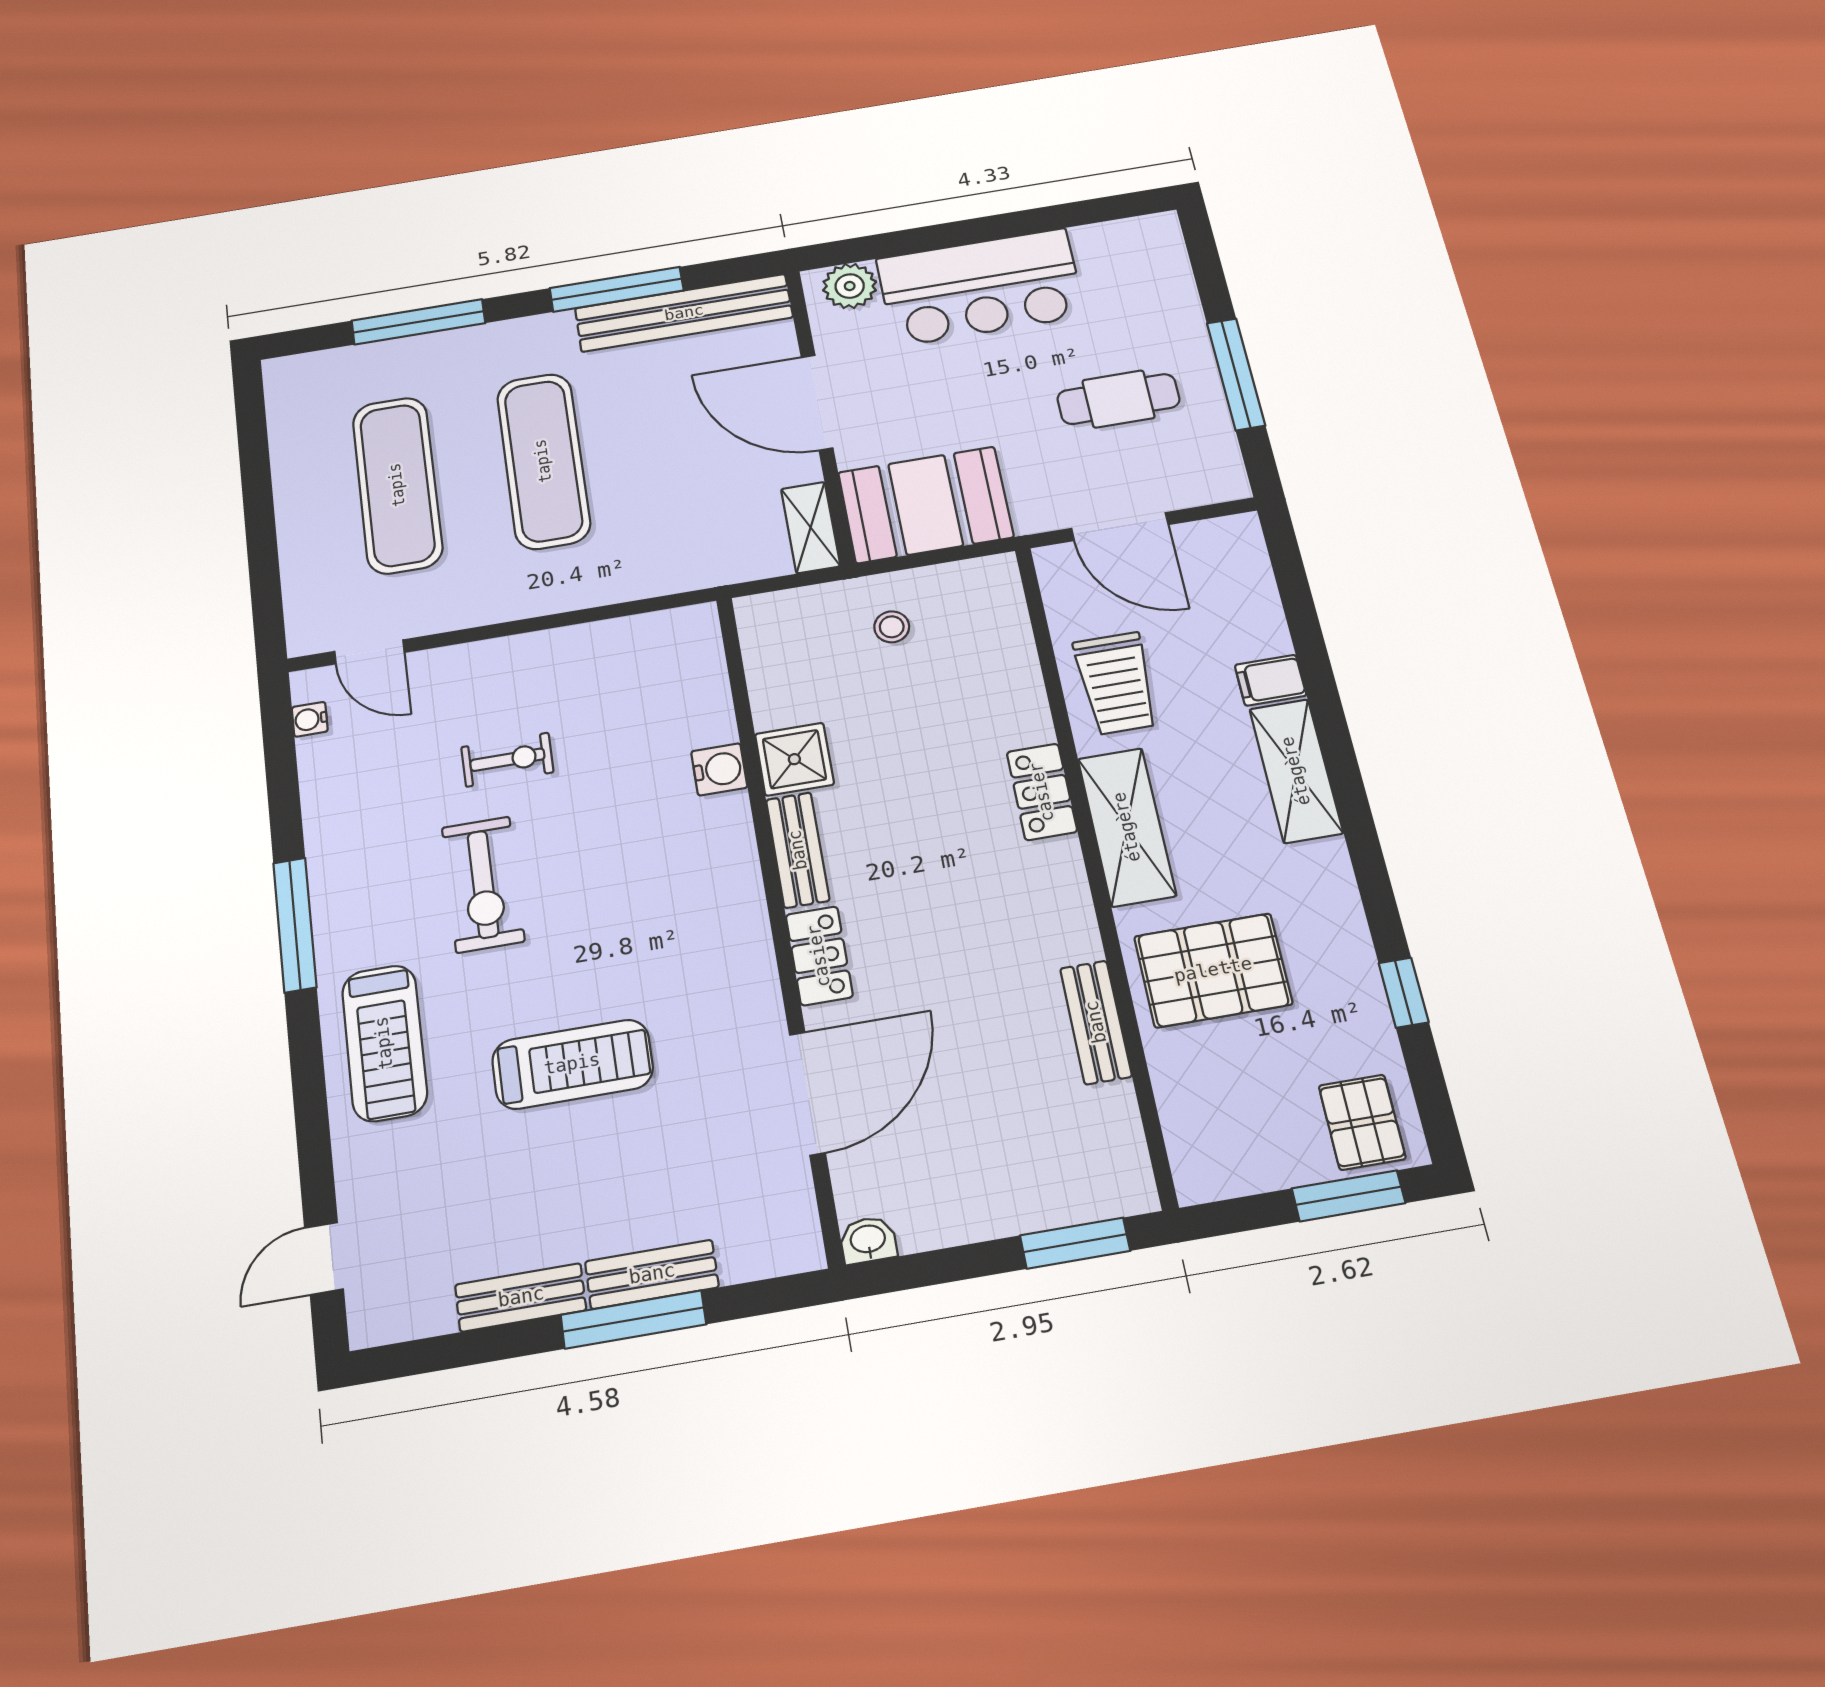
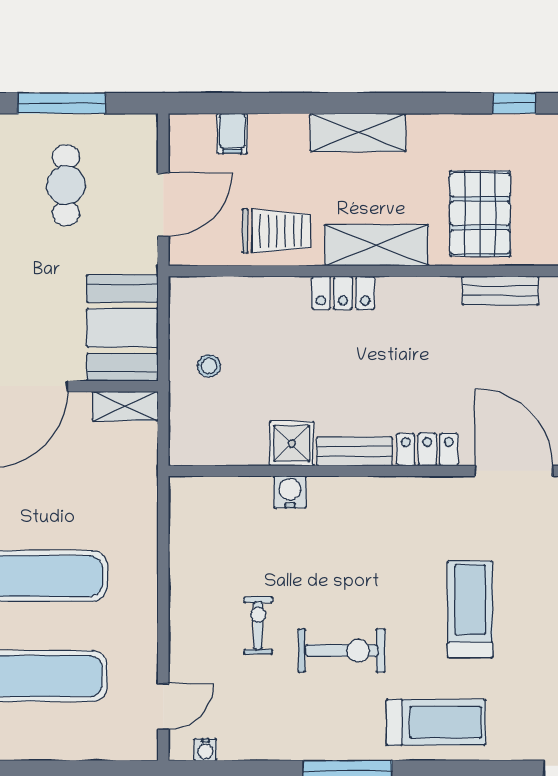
filing cabinet: (1271, 680) -> (232, 133), moved

